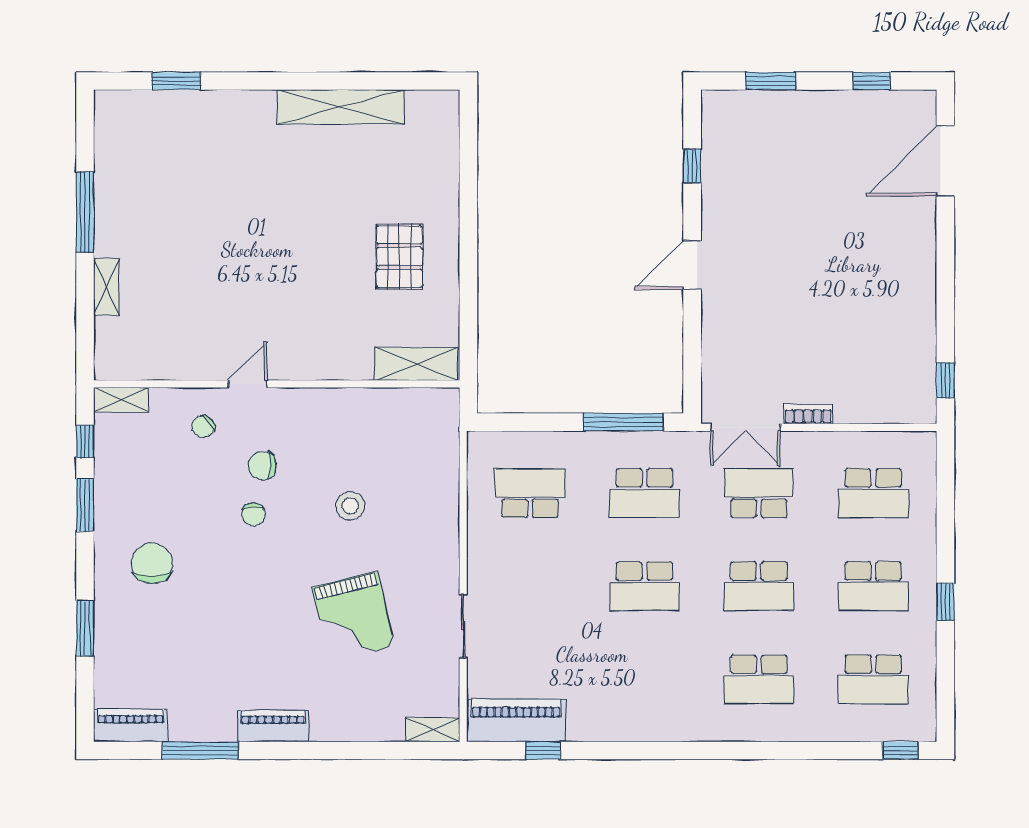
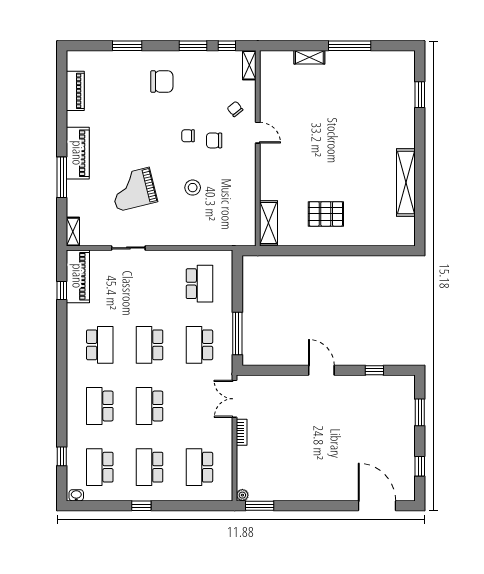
window: (945, 381) -> (260, 506), width x1.50
plant: (926, 413) -> (242, 495), added
chair: (262, 466) -> (214, 140), turned -90
school desk: (759, 493) -> (100, 345), moved
washbasin: (926, 723) -> (76, 495), added
piano: (131, 725) -> (75, 91), moved
piano: (273, 726) -> (78, 153), width x1.37, depth x1.33
window: (200, 750) -> (62, 177), moved
window: (900, 750) -> (62, 456), moved

